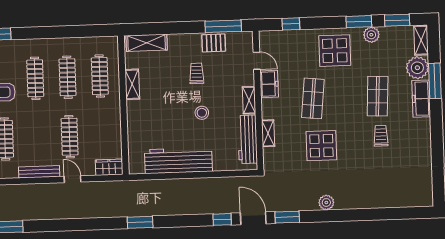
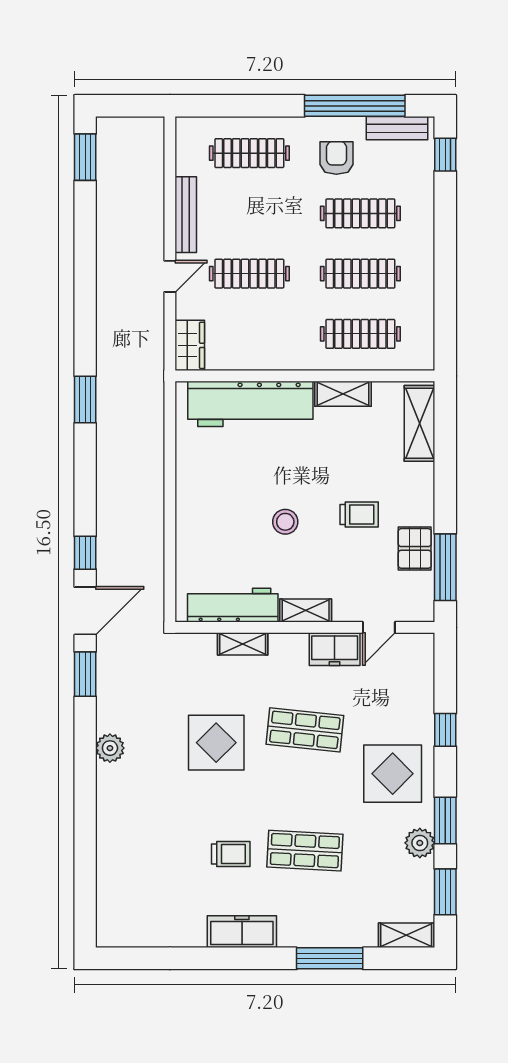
window: (291, 24) -> (445, 730), moved
plant: (417, 68) -> (355, 927), removed
freezer: (421, 99) -> (242, 932), moved
workbench: (178, 160) -> (250, 404), moved, turned 90

